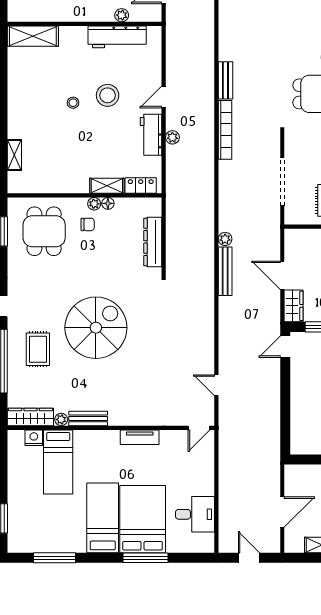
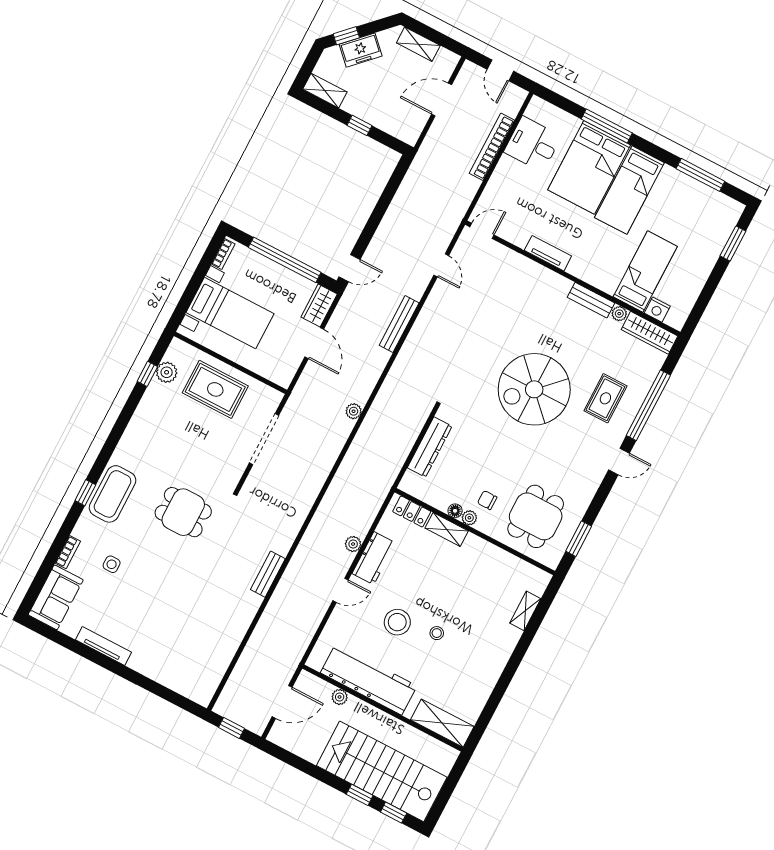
workbench: (117, 37) -> (369, 679), width x1.36, depth x1.32
bookcase: (225, 130) -> (492, 147), moved
bench: (225, 271) -> (399, 324), moved

